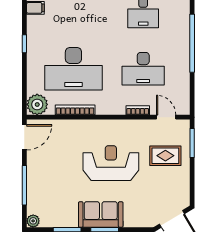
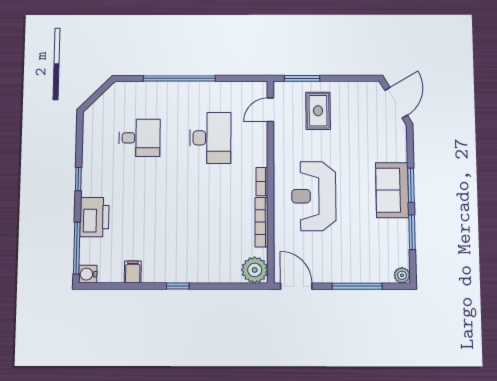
desk: (73, 69) -> (210, 224), removed
bookcase: (138, 110) -> (262, 182), moved
reception desk: (111, 163) -> (314, 196), moved

